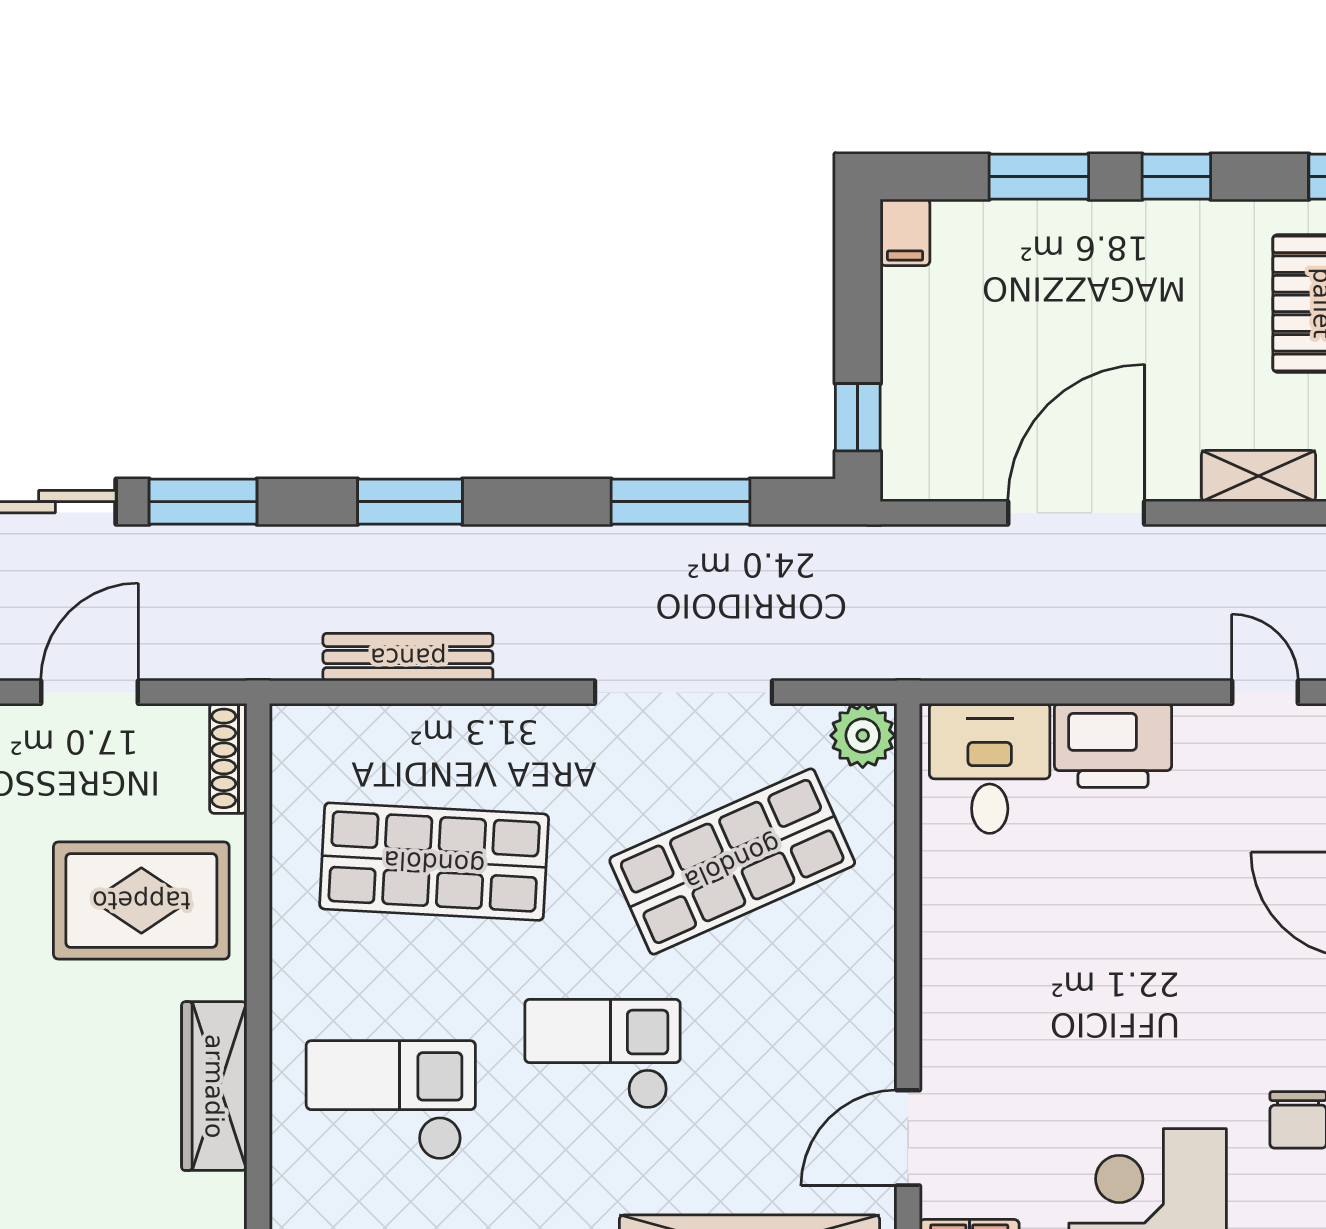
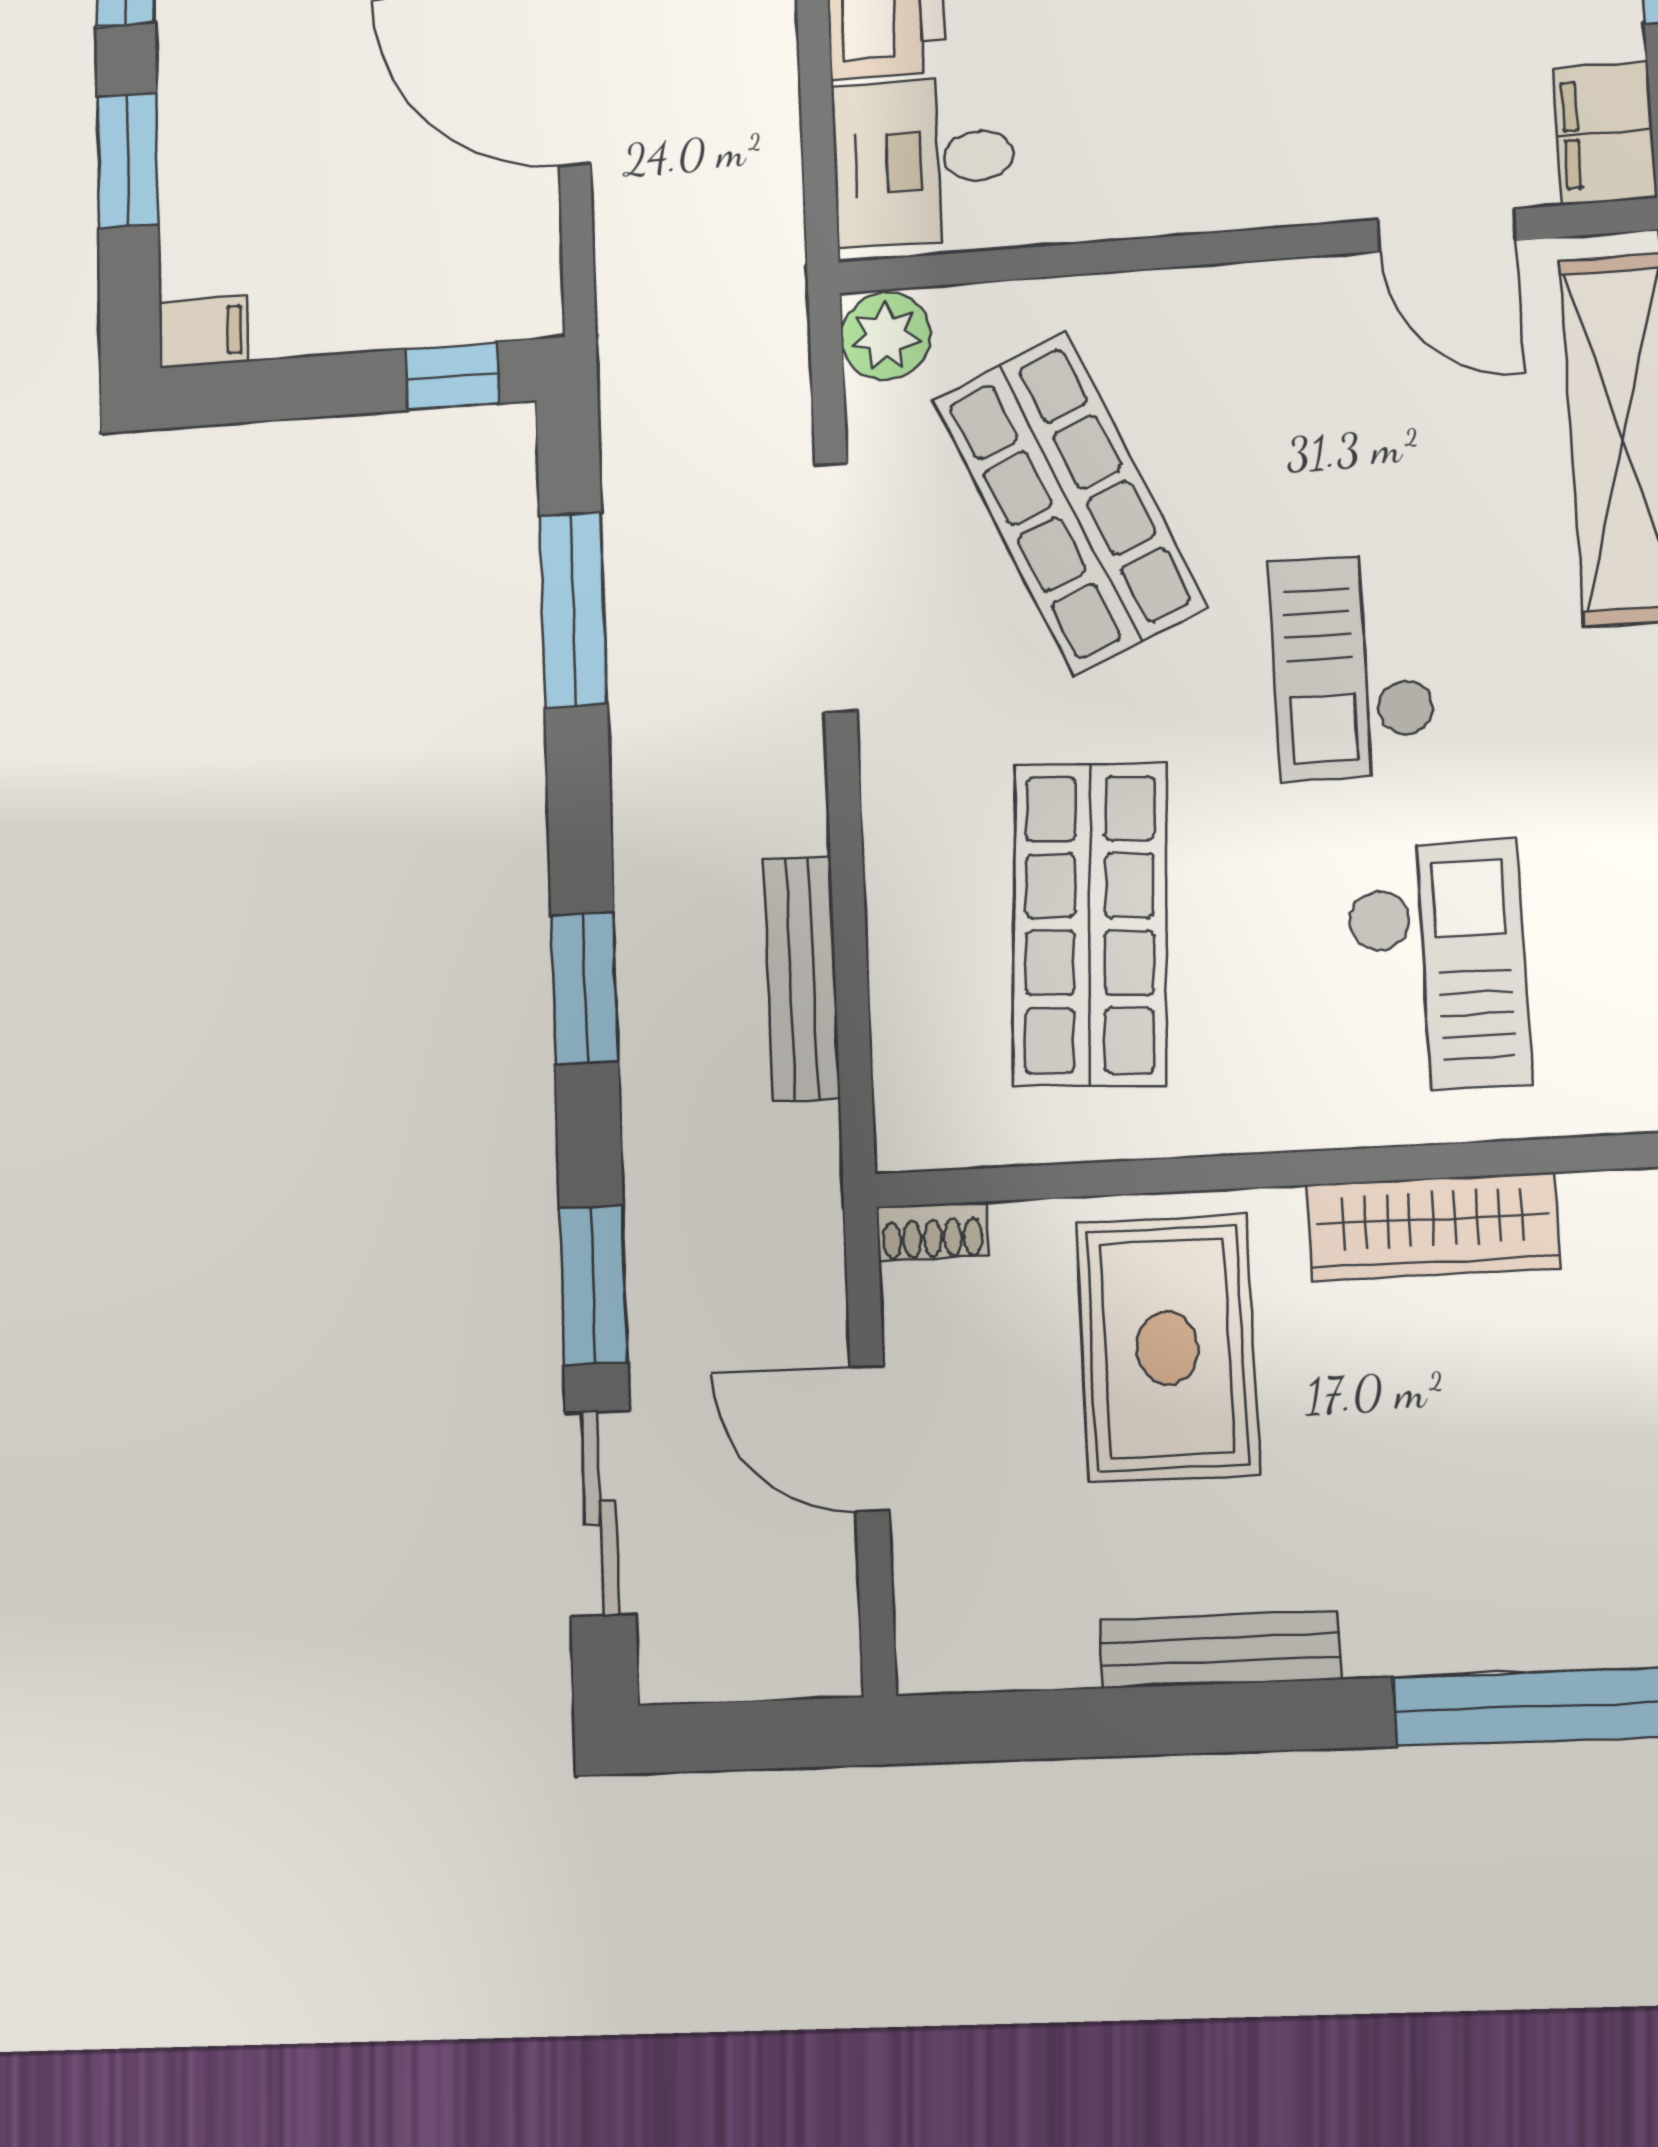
shoe rack: (228, 758) -> (932, 1231), width x0.70
checkout: (391, 1100) -> (1438, 966), turned 180

